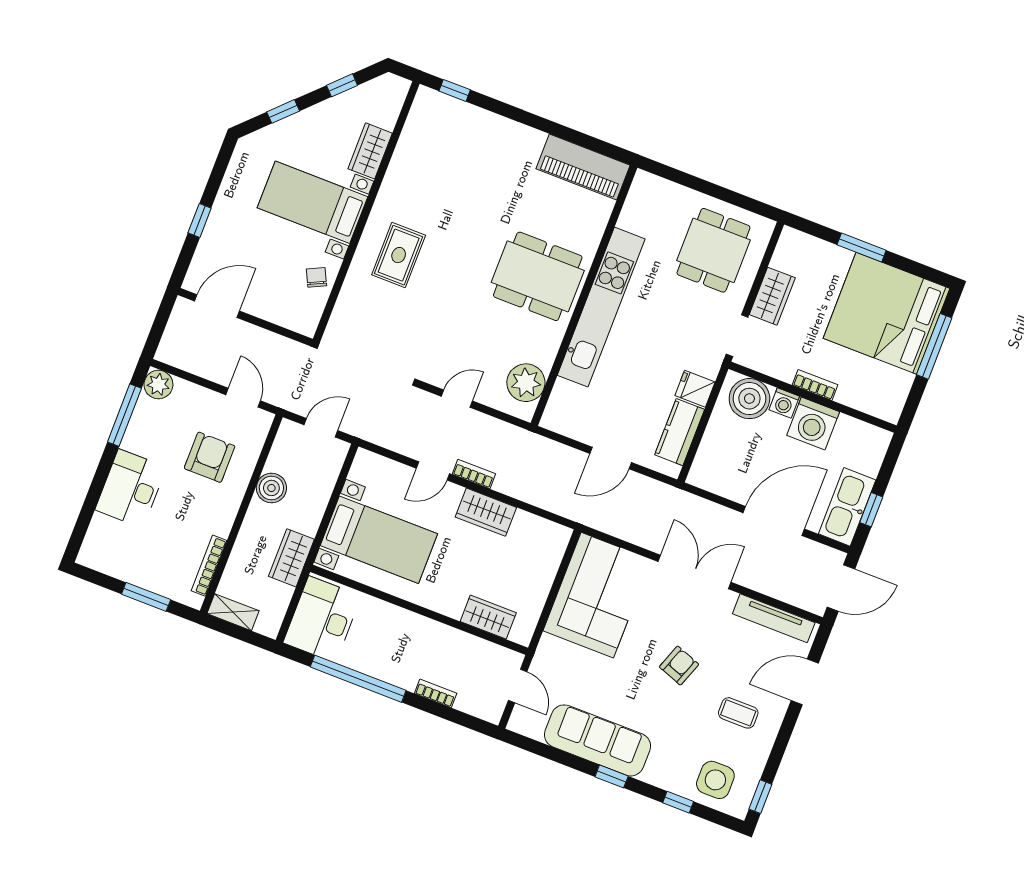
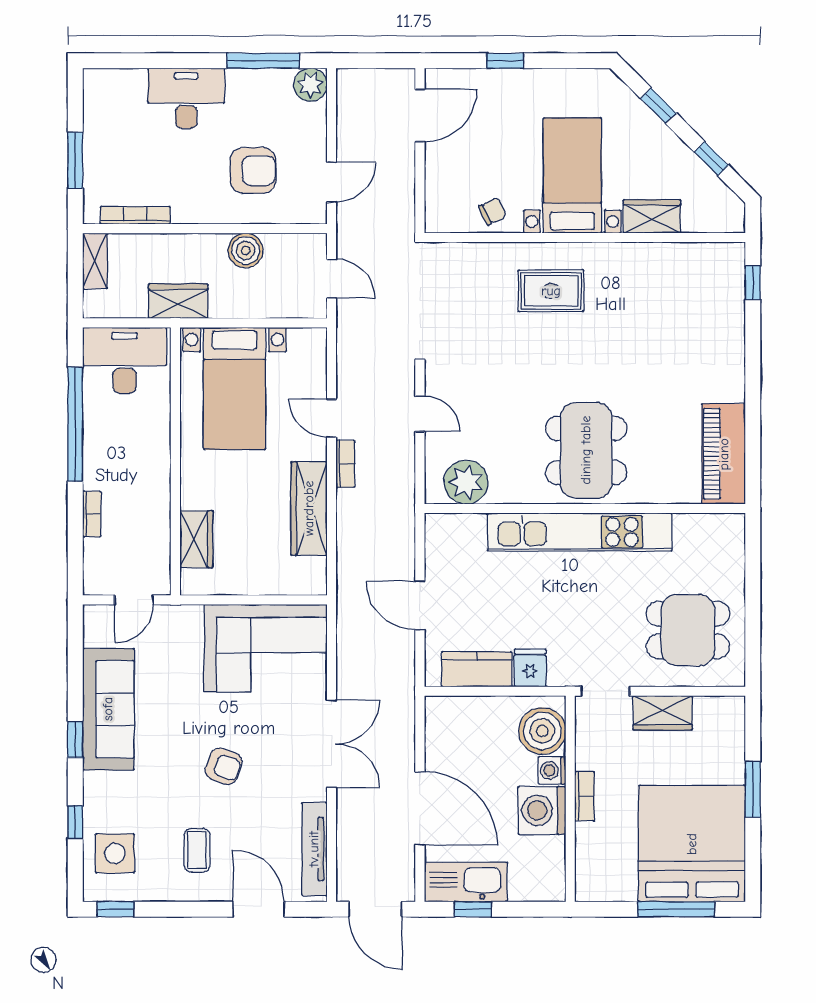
door: (217, 306) -> (420, 115), hinge flipped
wardrobe: (486, 512) -> (309, 508), width x1.50

